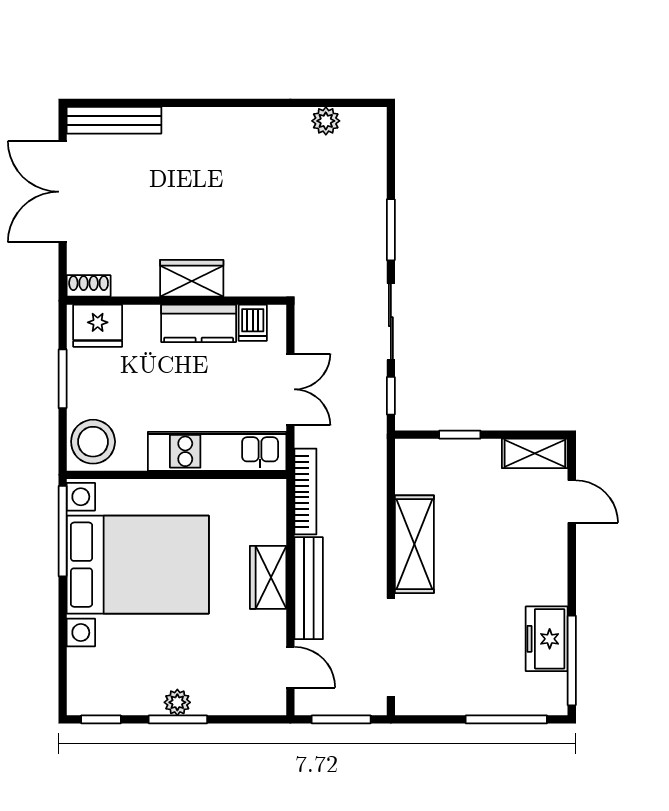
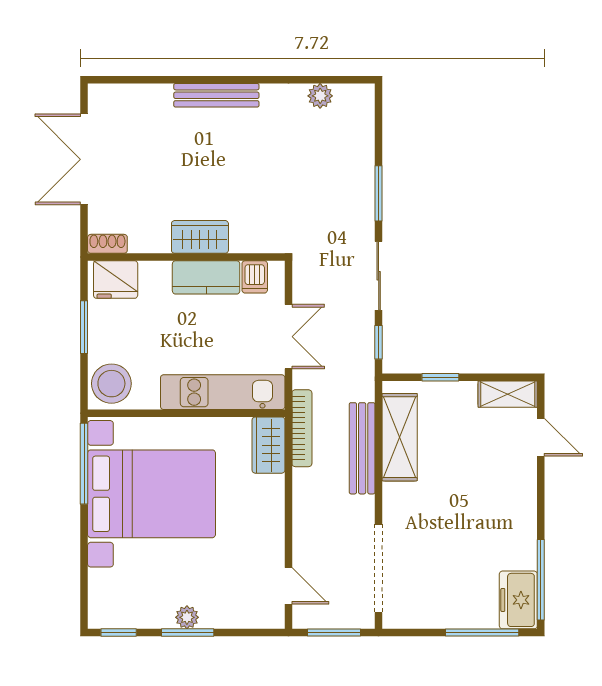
bench: (114, 120) -> (216, 95), moved
shelving: (414, 544) -> (400, 437), moved
wardrobe: (268, 577) -> (268, 445), moved
bench: (309, 588) -> (362, 448), moved
freezer: (547, 639) -> (518, 600), moved

